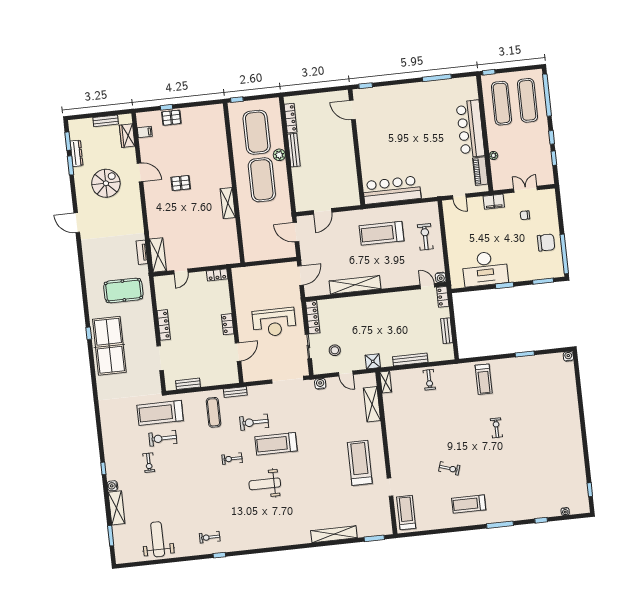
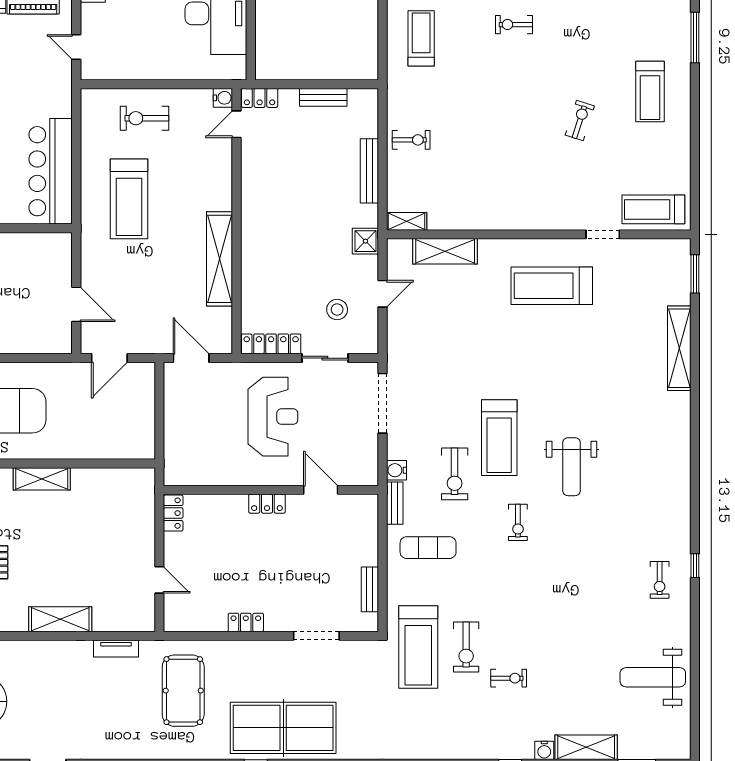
door: (459, 197) -> (76, 47), swing flipped
shelving: (158, 255) -> (60, 619), moved
locker: (164, 325) -> (246, 622), width x0.66
treadmill: (484, 379) -> (421, 38), turned -90
water cooler: (320, 384) -> (396, 470), moved

